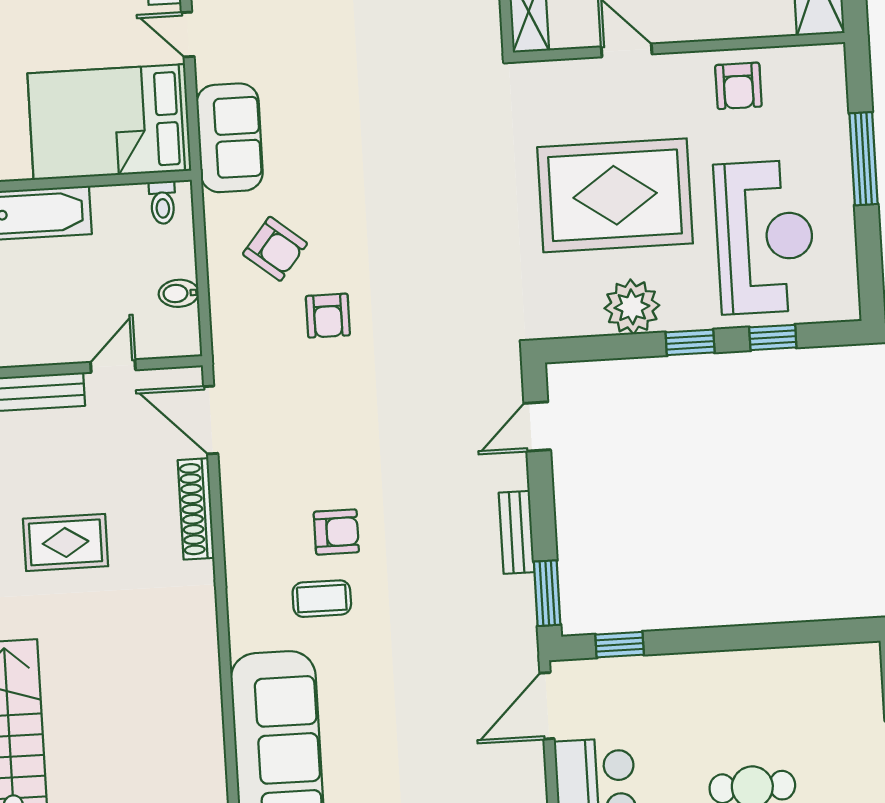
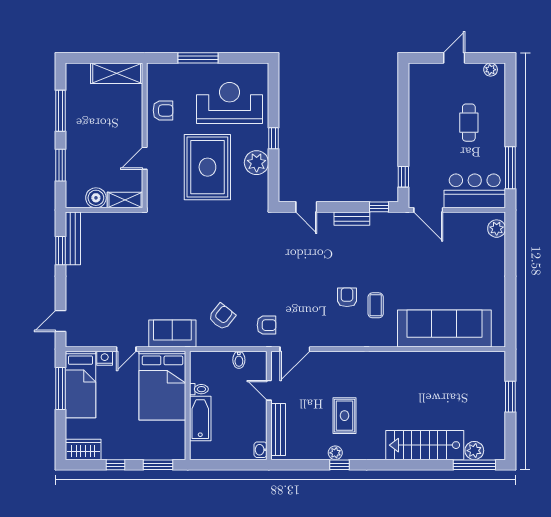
toilet: (162, 203) -> (199, 389), moved
armchair: (328, 316) -> (266, 325), moved
window: (773, 337) -> (274, 102), removed
shoe rack: (196, 509) -> (333, 358), removed
window: (547, 593) -> (379, 207), width x0.67

